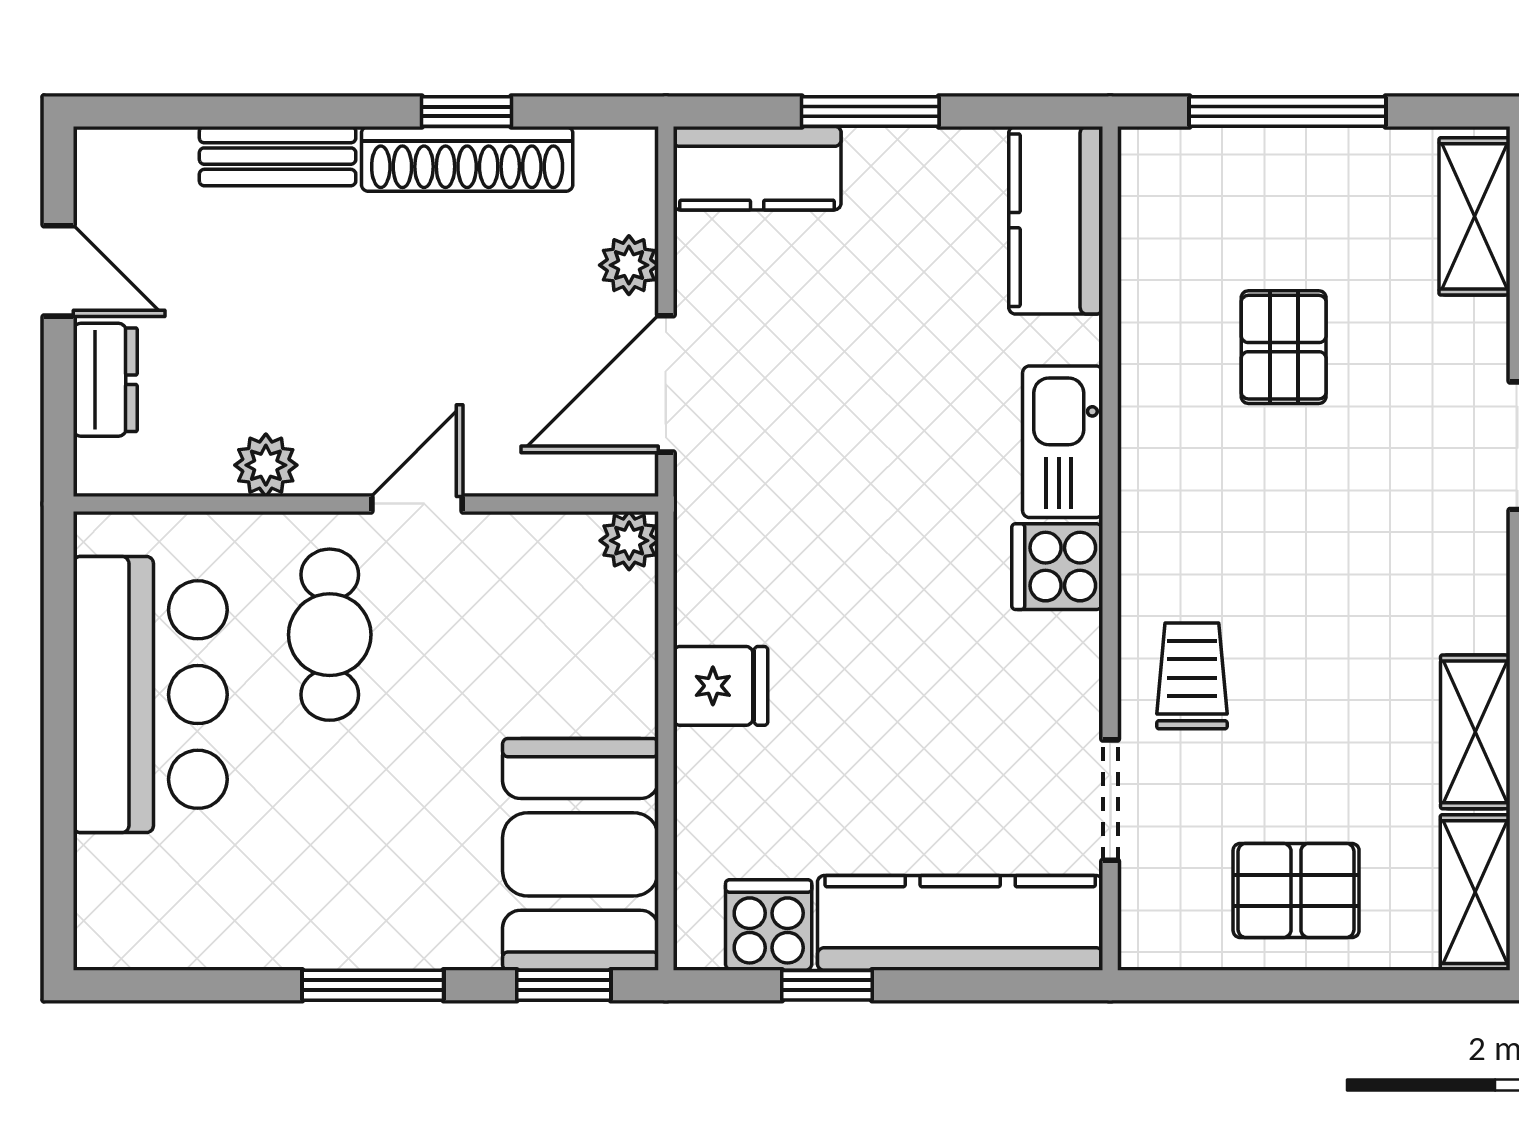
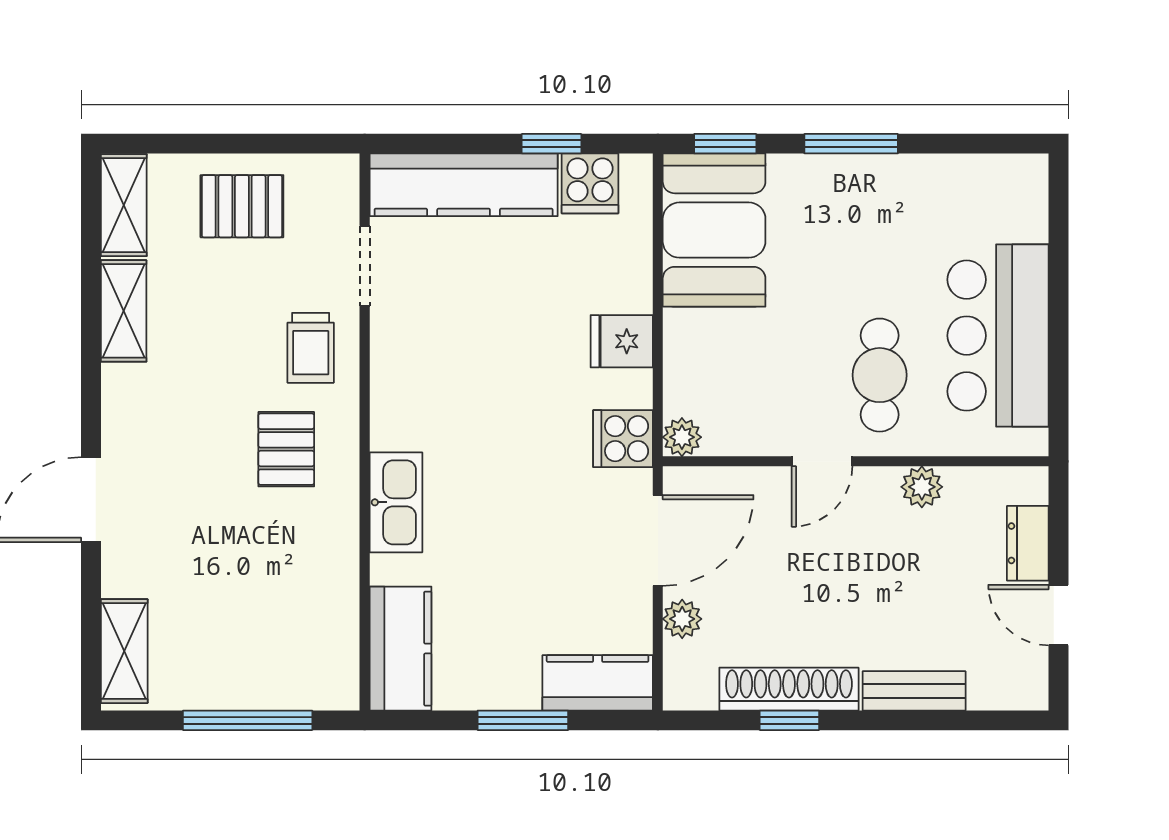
pallet: (1284, 347) -> (286, 449), moved
cooker: (1057, 567) -> (623, 439), moved, turned 180

